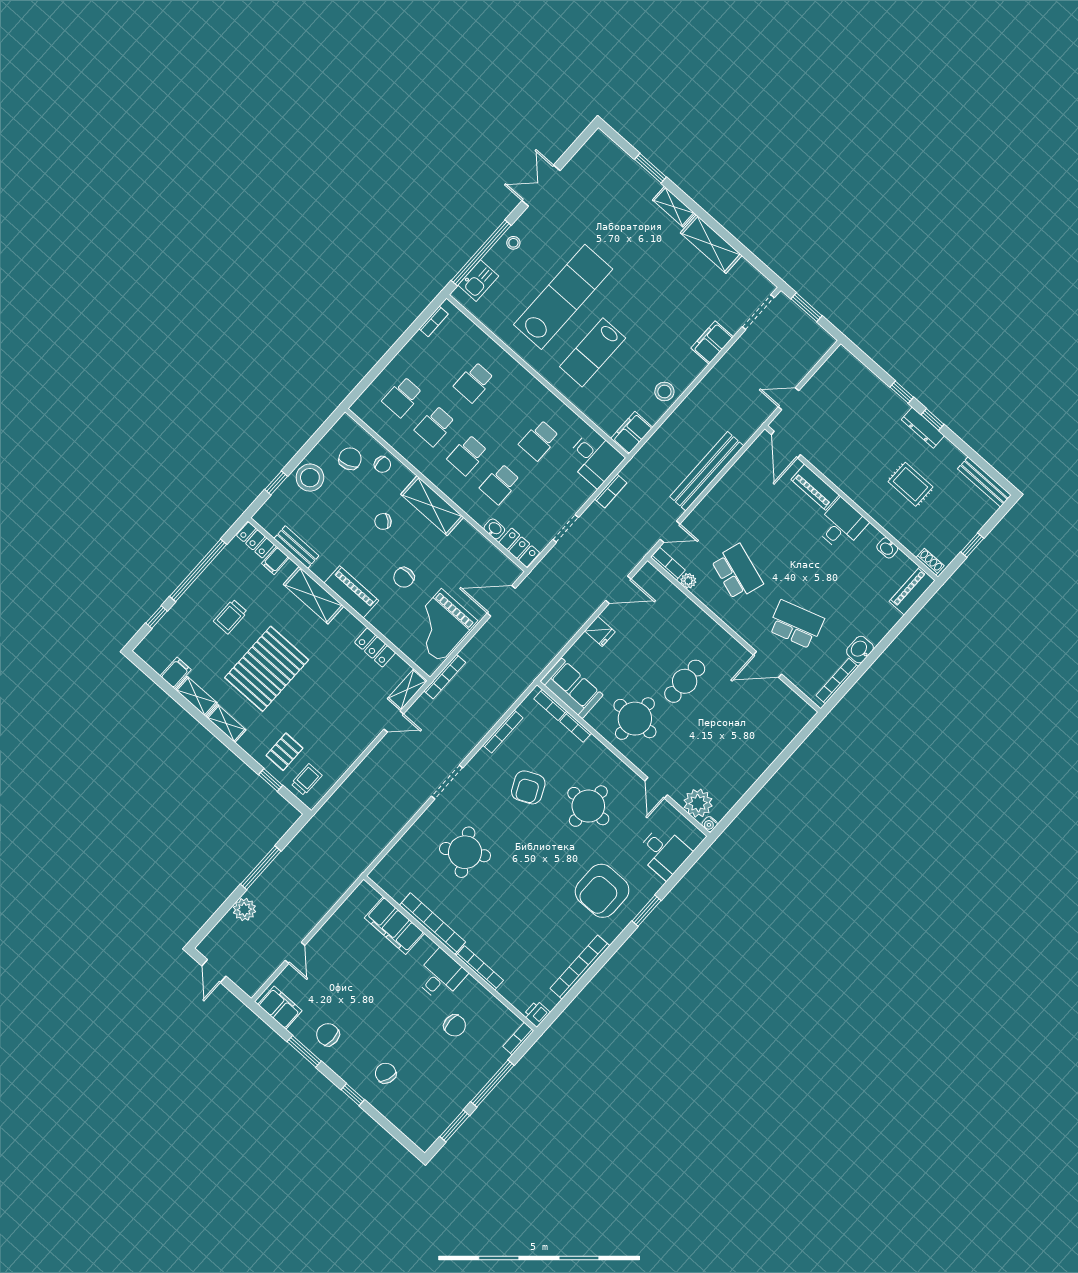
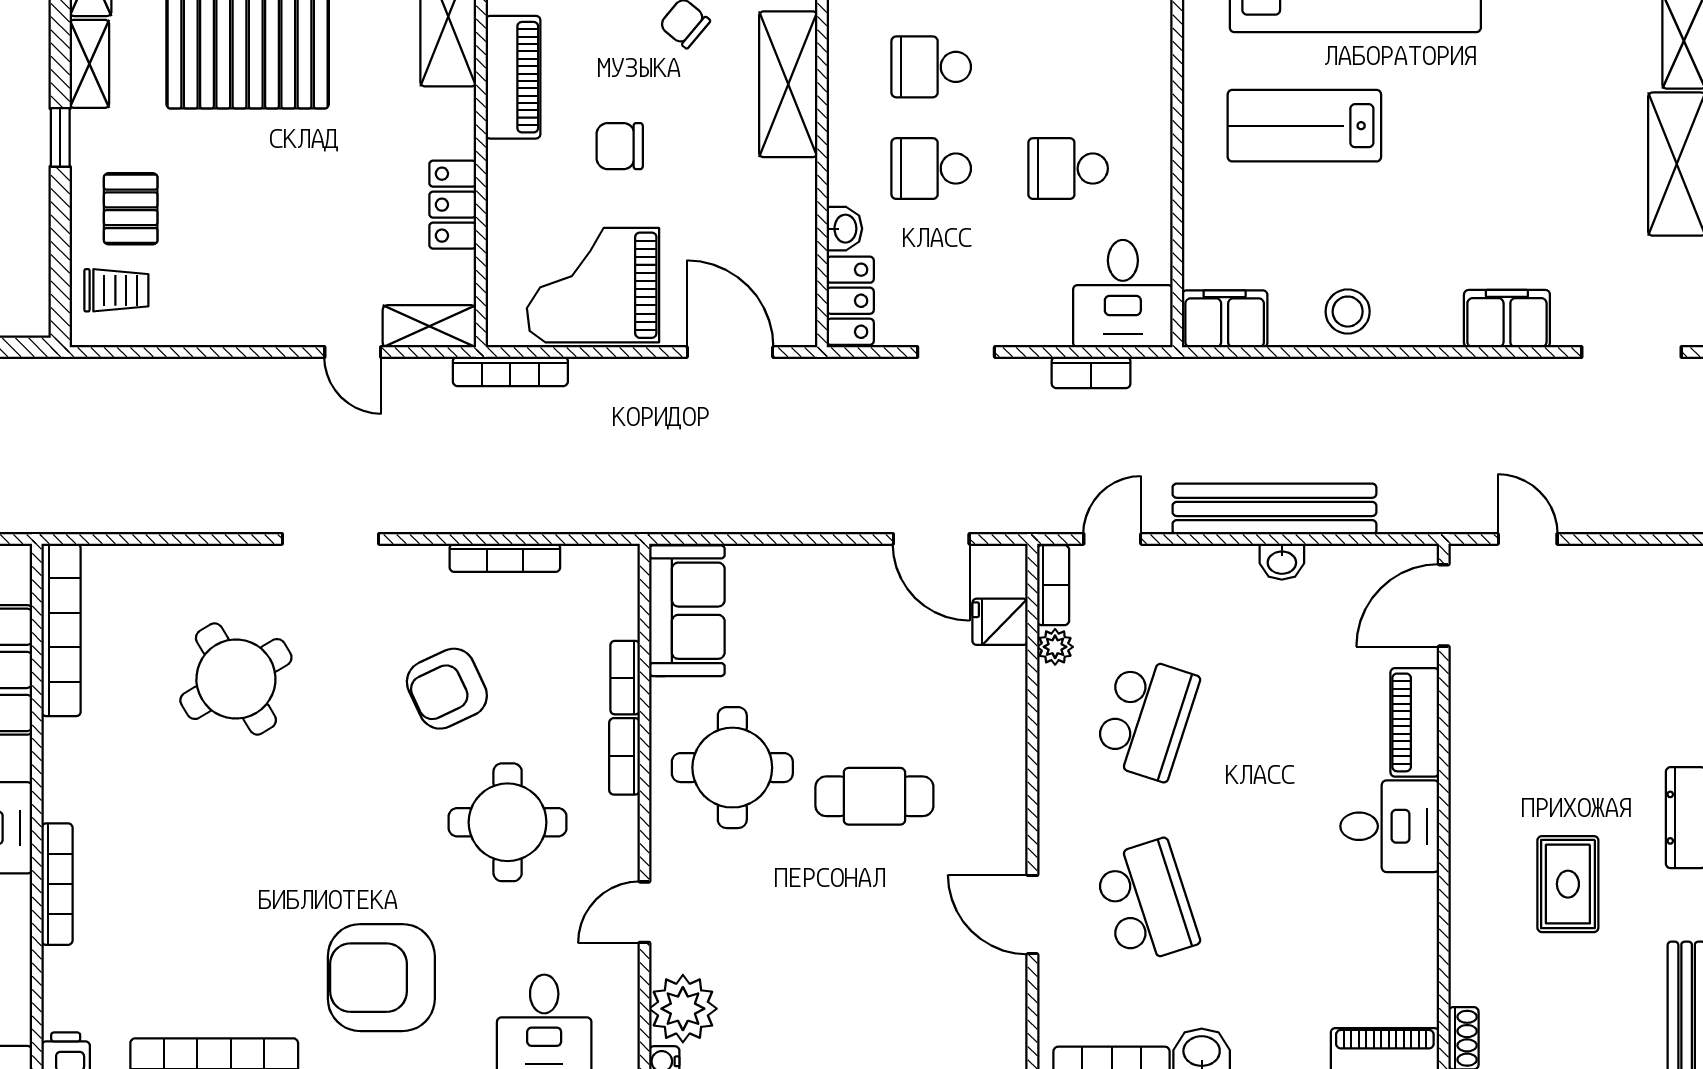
door: (670, 532) -> (1112, 539), swing flipped
washbasin: (887, 548) -> (1282, 562), moved, turned -90
fridge: (600, 631) -> (1000, 622), moved, turned 90
bookcase: (550, 705) -> (624, 756), moved
pallet: (284, 752) -> (131, 209), turned 90
window: (271, 780) -> (60, 137), moved
bookcase: (433, 924) -> (61, 630), moved

